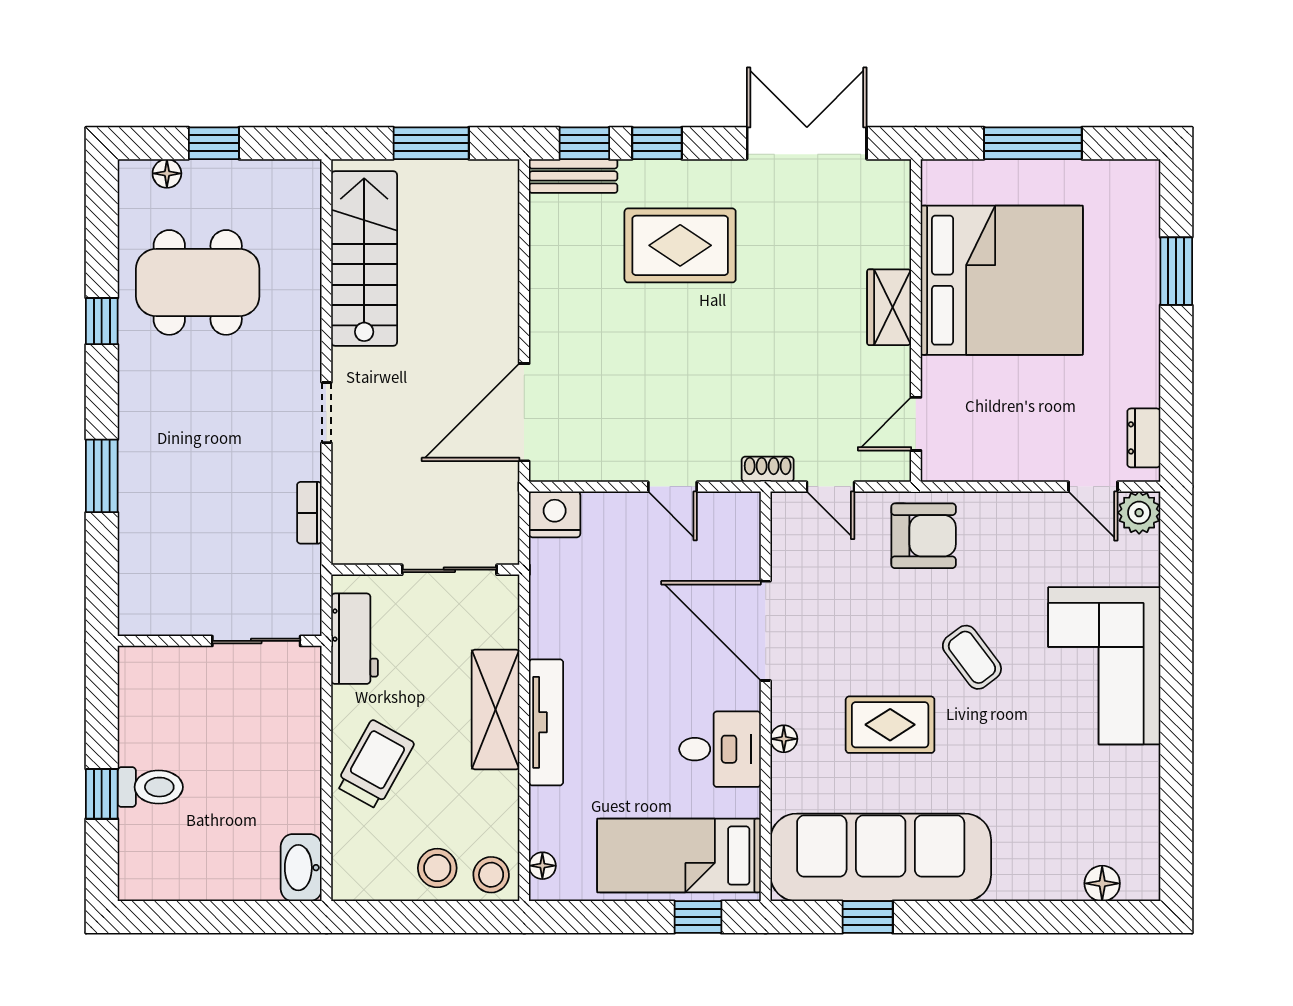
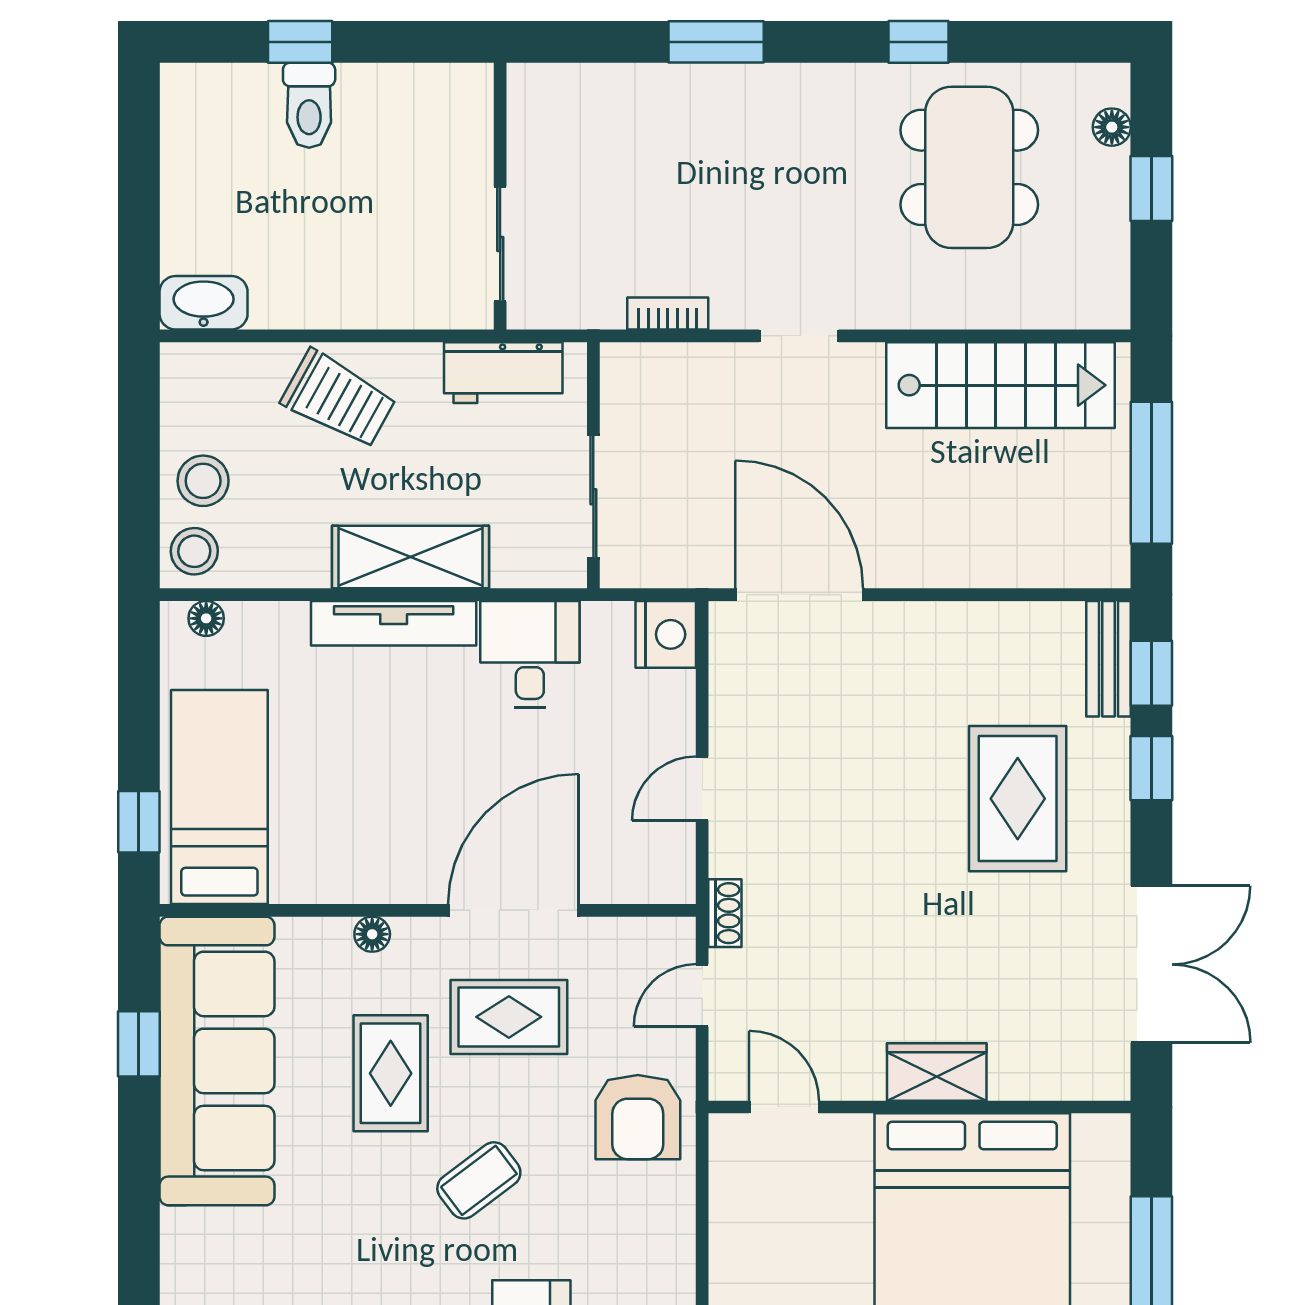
window: (431, 143) -> (1151, 473), width x1.44
rug: (847, 634) -> (509, 1017), added
desk: (720, 749) -> (530, 654), moved, turned 180

